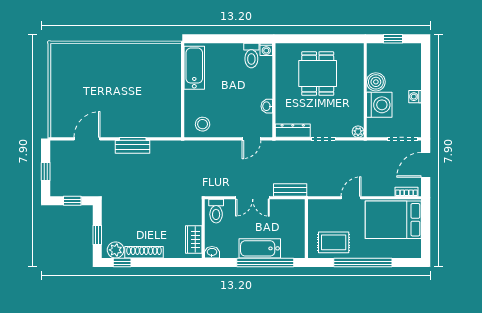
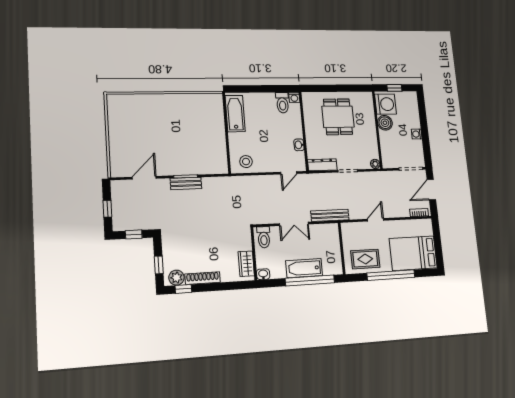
washing machine: (379, 105) -> (386, 104), moved
bench: (290, 190) -> (330, 215), width x1.36
bed: (393, 220) -> (413, 253), moved

